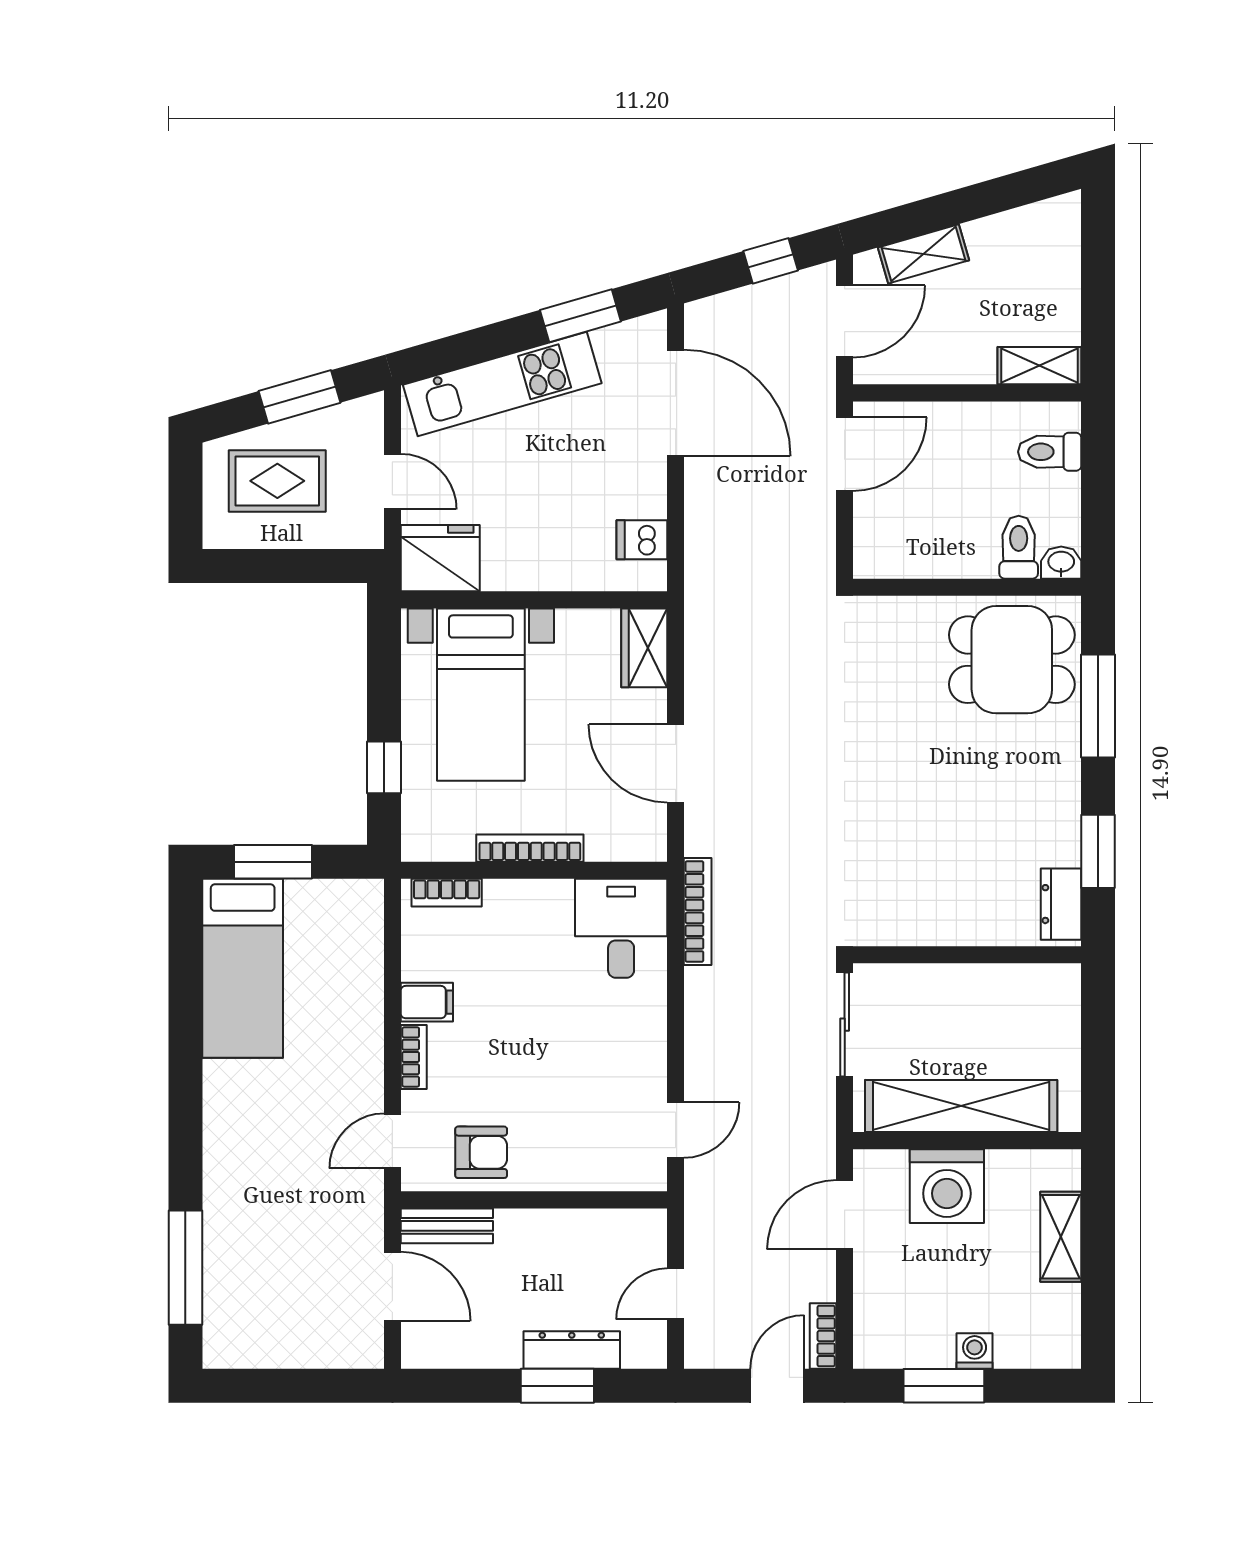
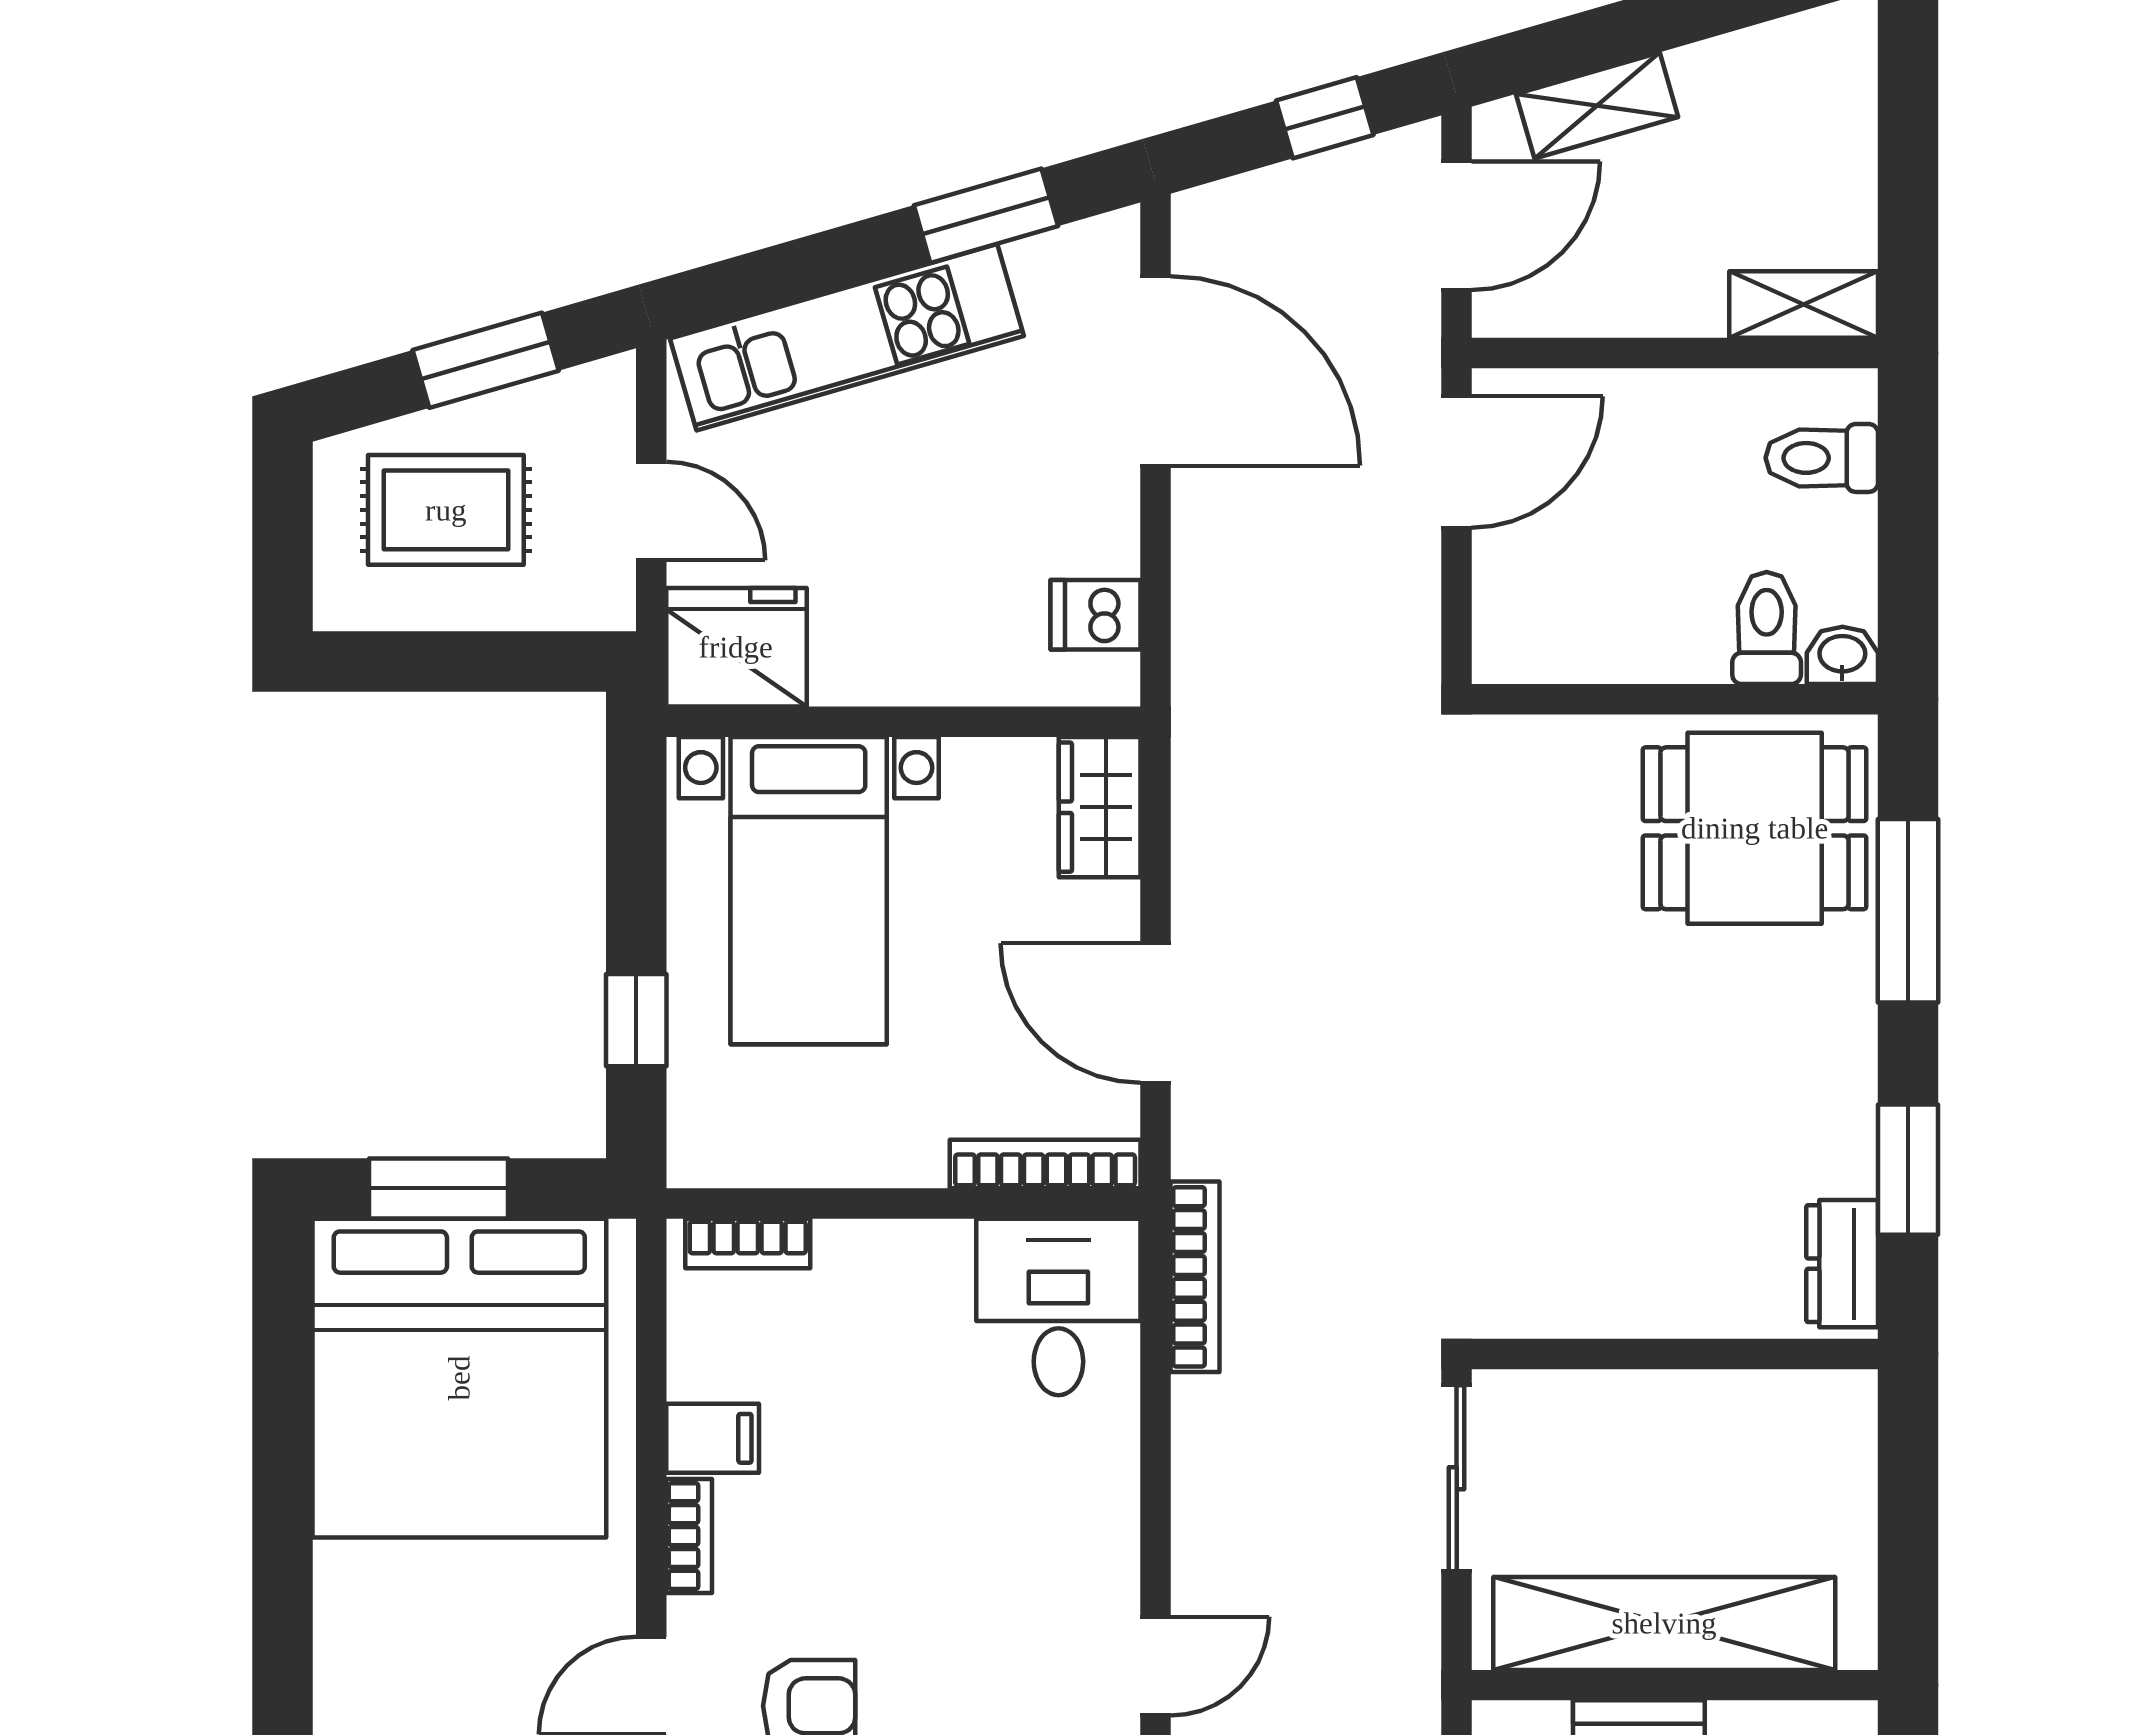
bookcase: (530, 848) -> (1045, 1164), moved
bed: (243, 968) -> (459, 1378), width x2.04

